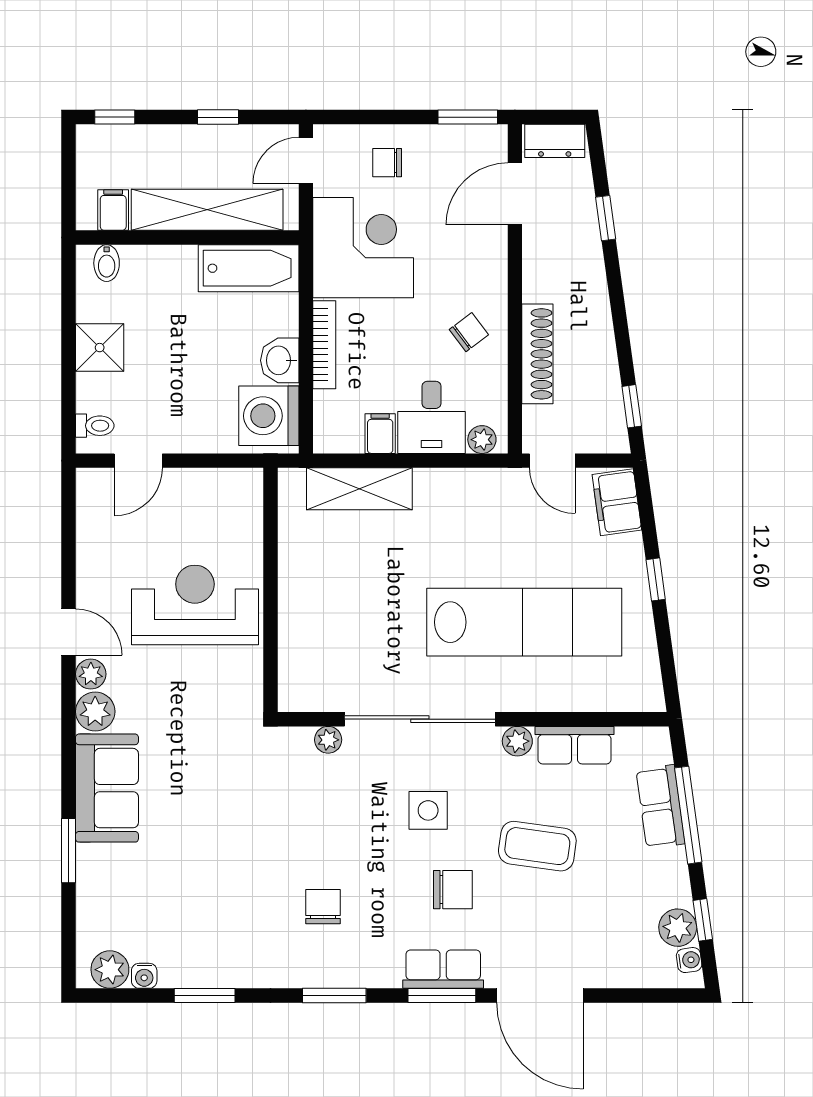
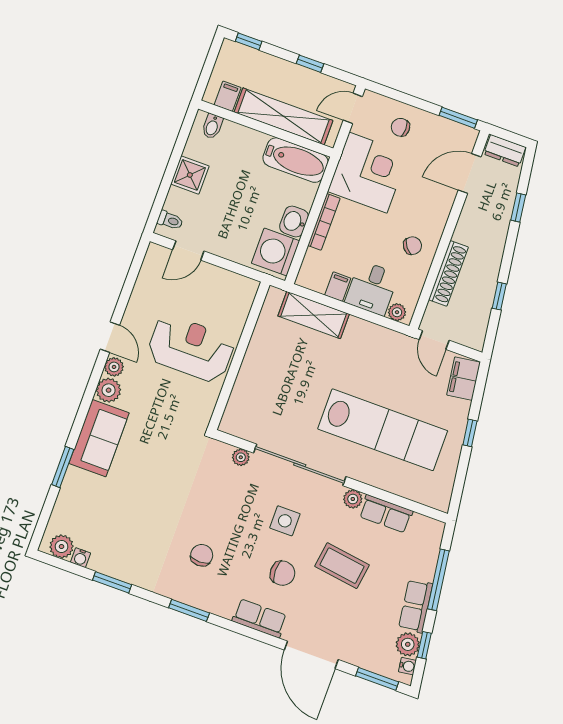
window: (632, 406) -> (499, 296), moved
row of seats: (660, 807) -> (416, 606), moved
window: (442, 995) -> (377, 679), moved

